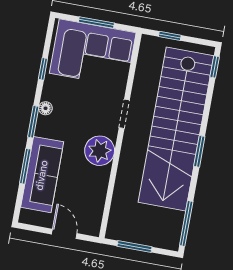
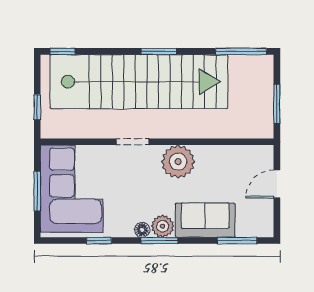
plant: (45, 127) -> (163, 226), added
window: (25, 166) -> (237, 241), moved
sofa: (42, 175) -> (205, 220), width x0.73

